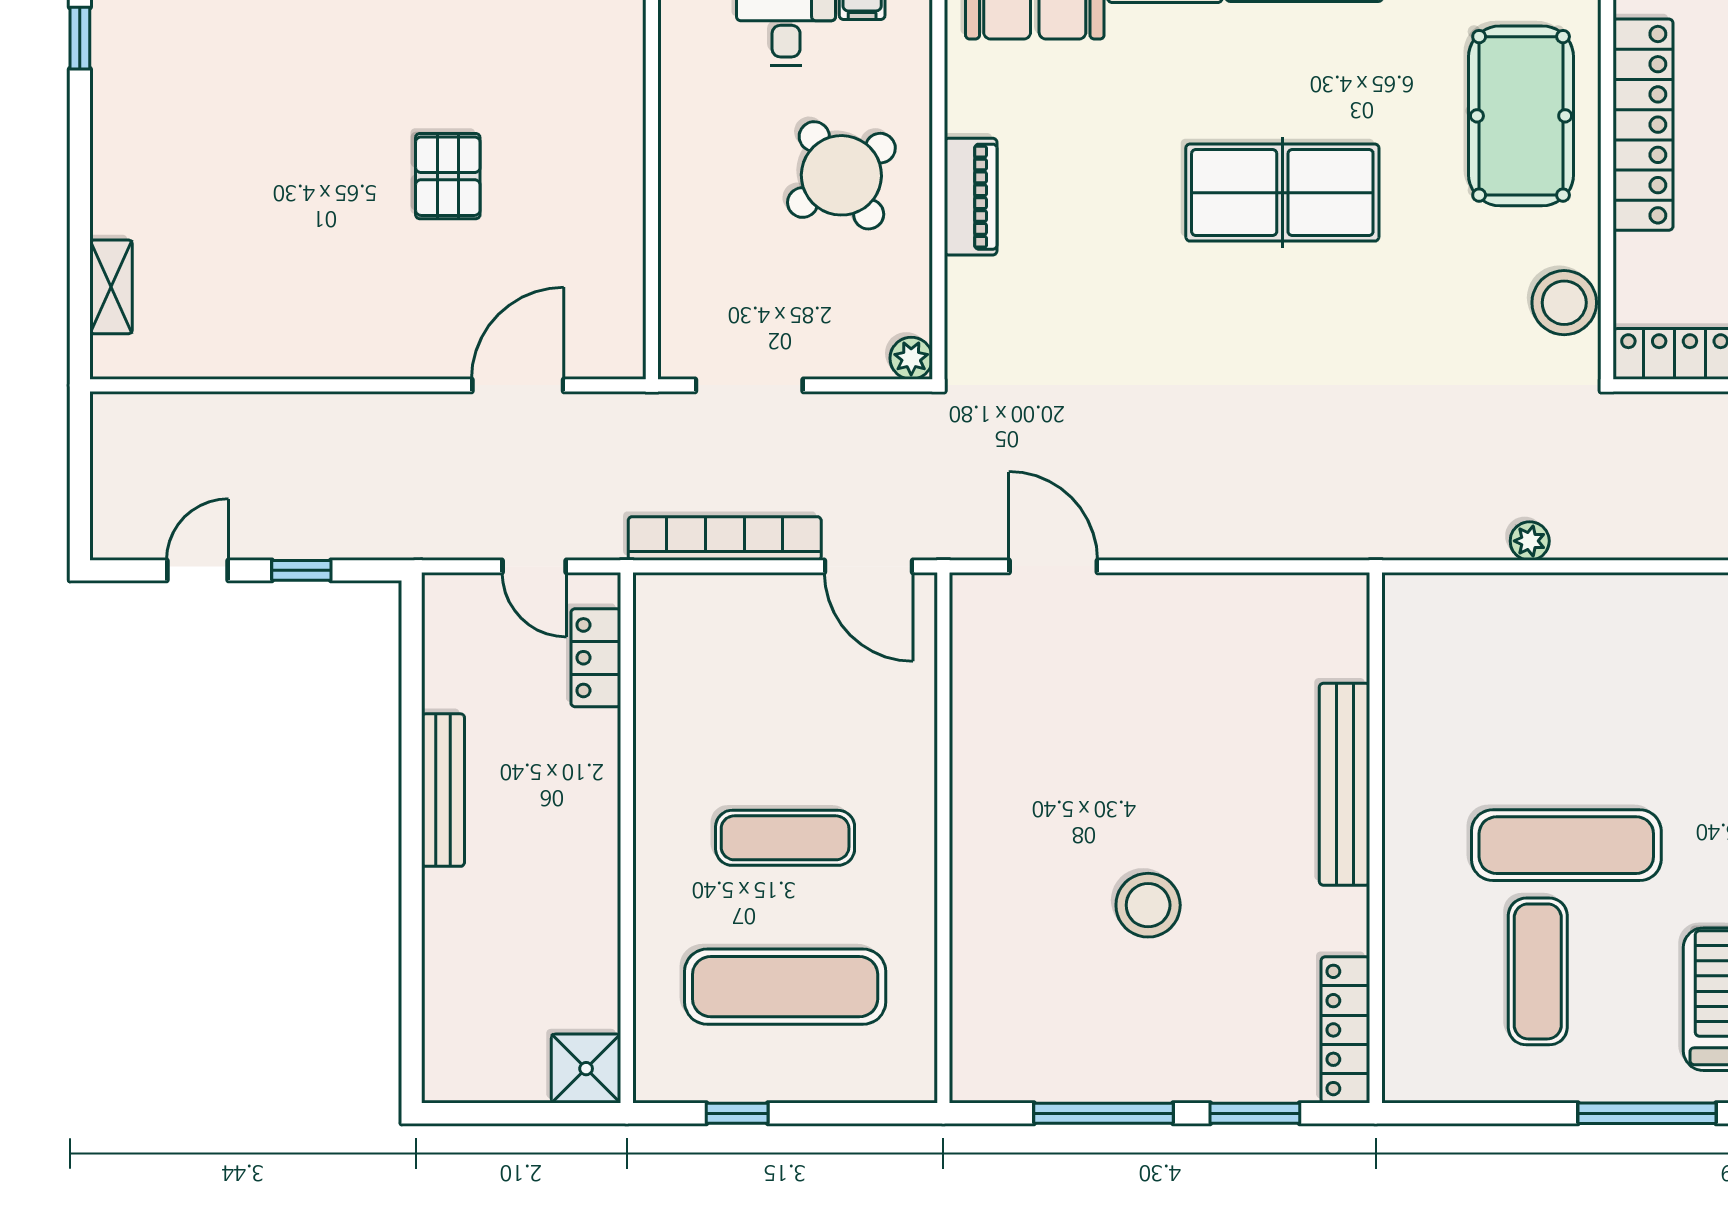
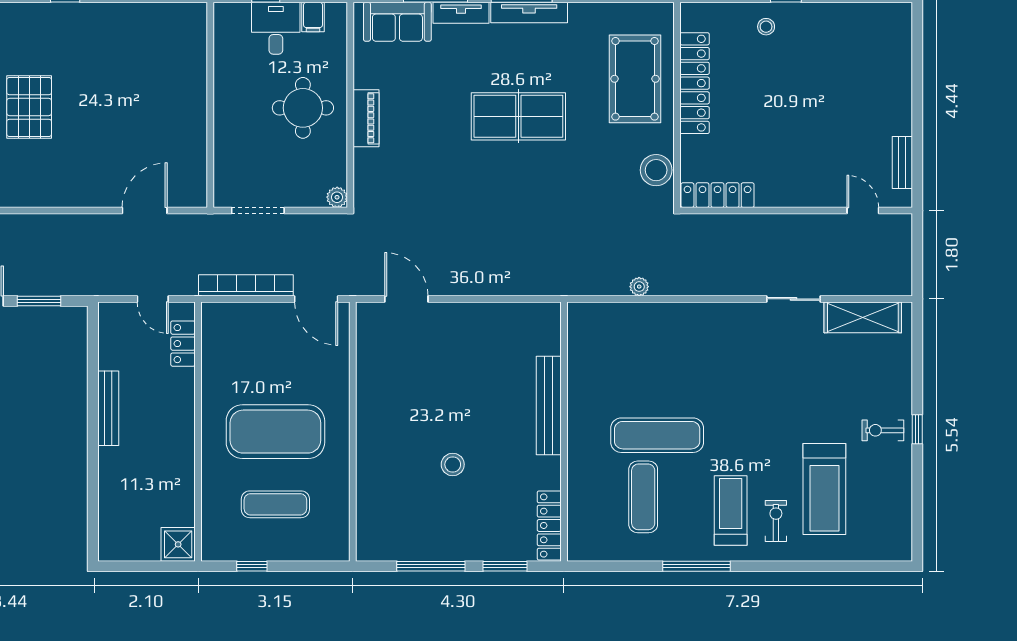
round table: (841, 175) -> (303, 108), turned 35
pallet: (448, 176) -> (29, 107), moved, width x1.50, depth x1.42
window: (301, 570) -> (39, 301), width x1.50
exercise mat: (785, 838) -> (275, 432), width x2.00, depth x1.45
stool: (1148, 905) -> (453, 464), width x0.73, depth x0.73
exercise mat: (785, 987) -> (275, 504), width x0.73, depth x0.69

